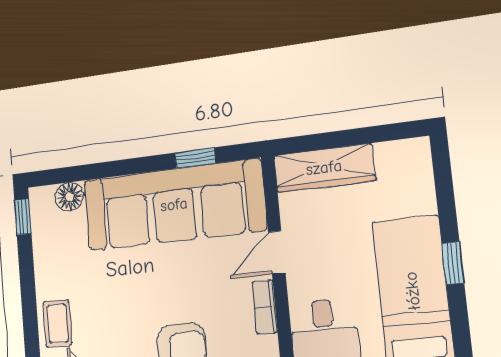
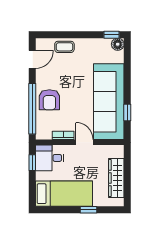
wardrobe: (324, 168) -> (116, 178), moved
floor lamp: (69, 197) -> (118, 44), moved
window: (453, 263) -> (88, 210), moved

